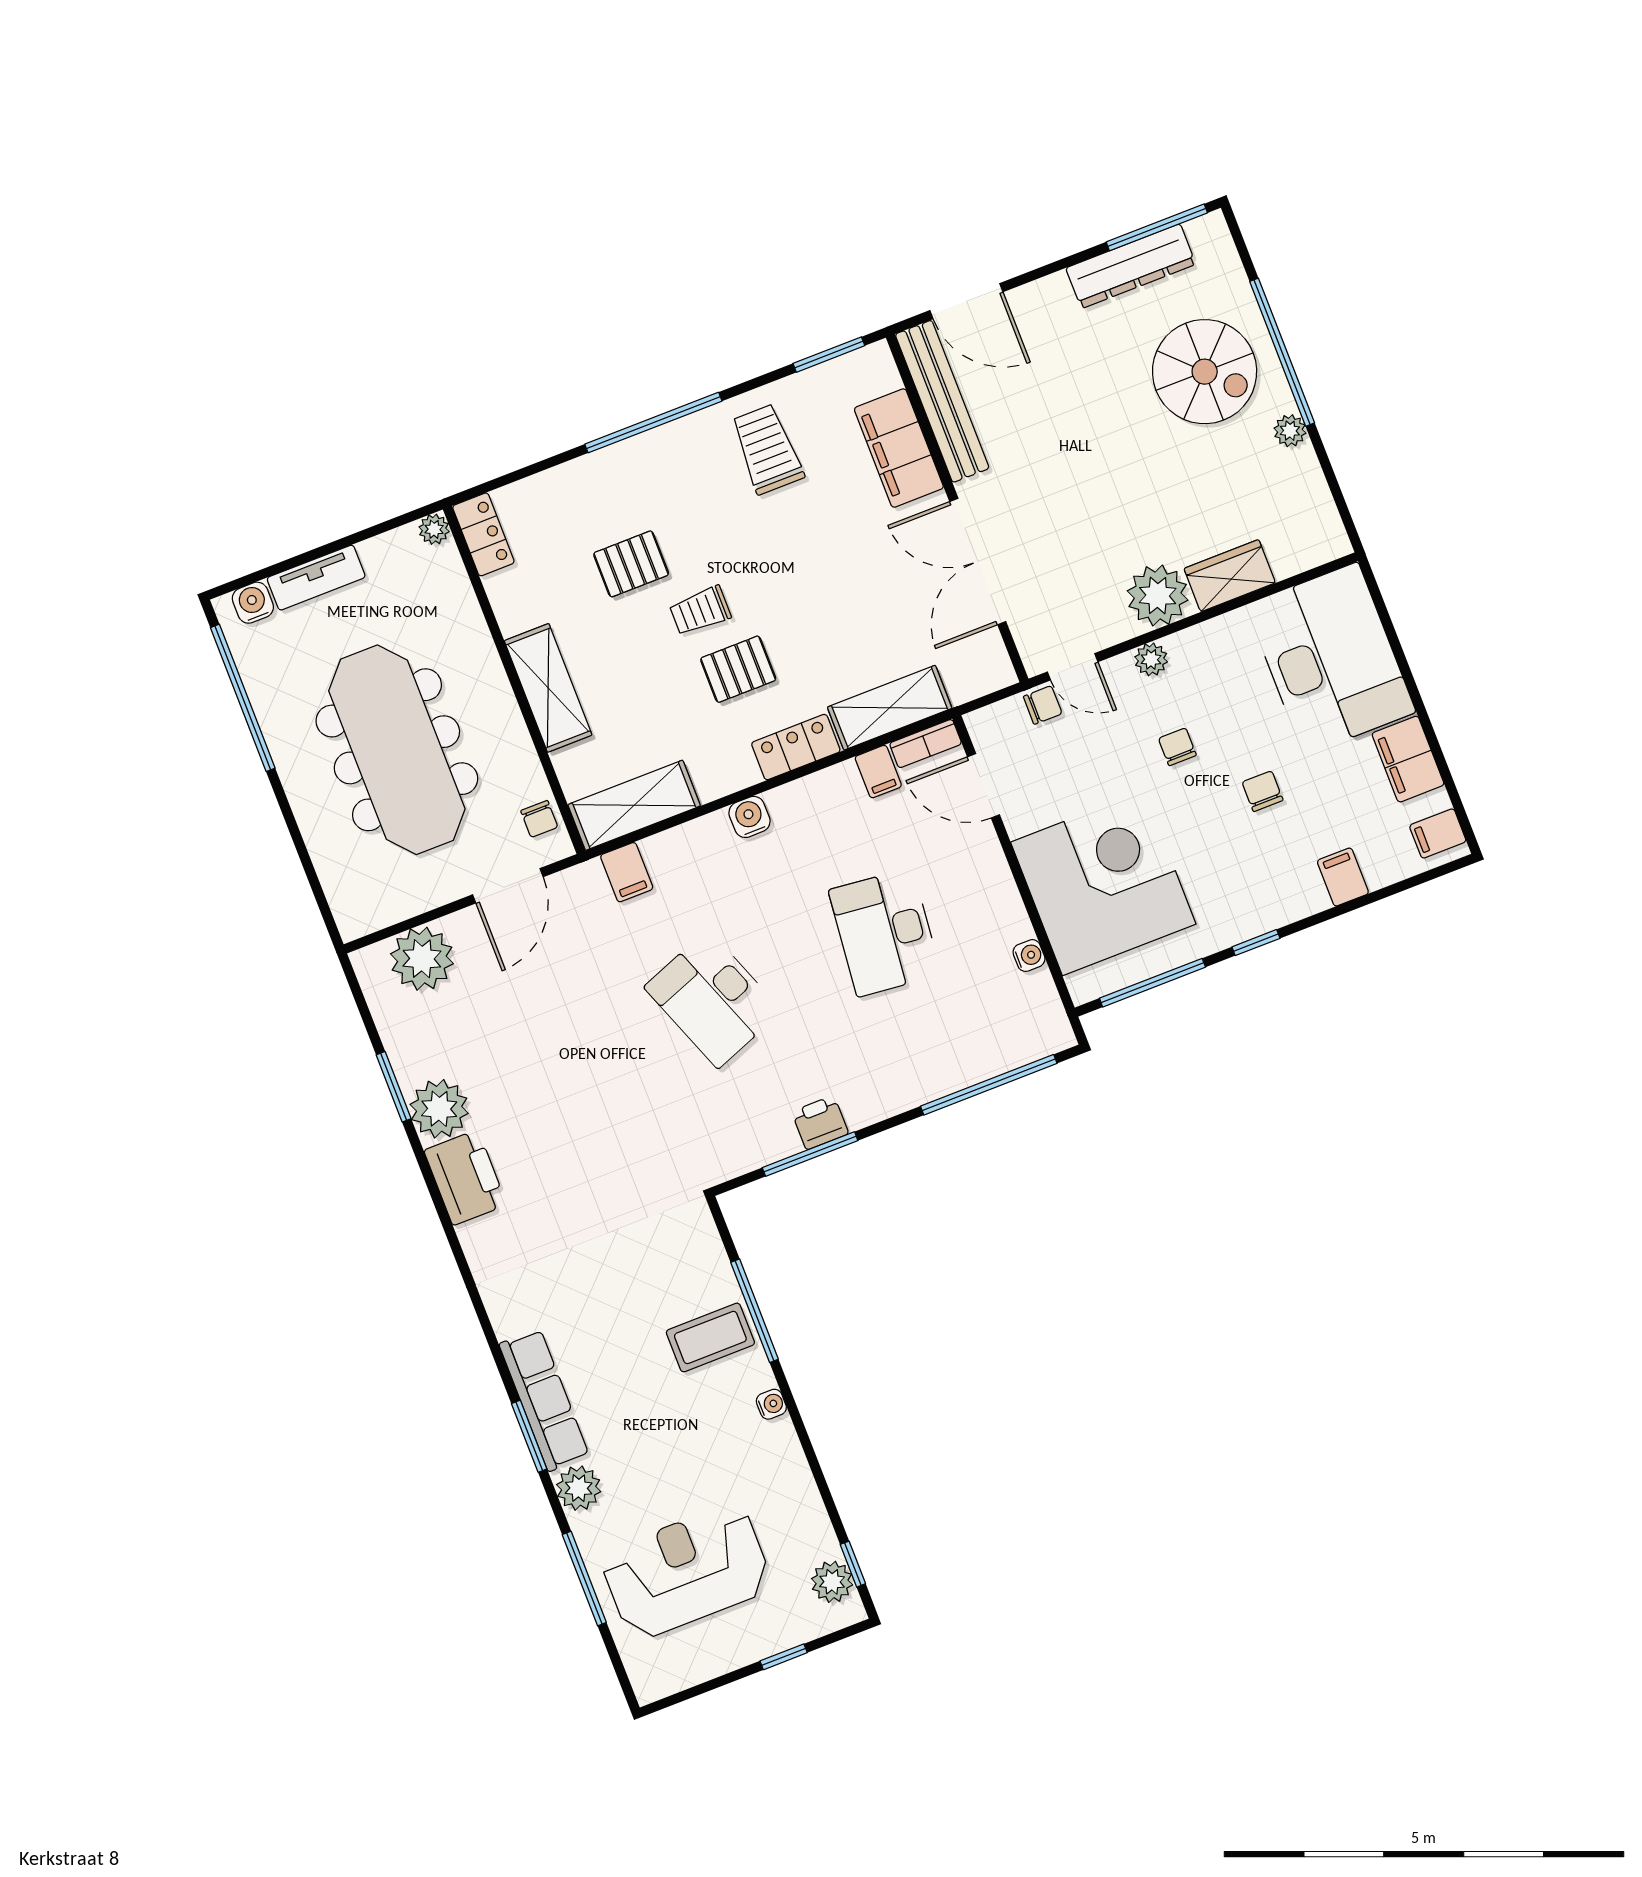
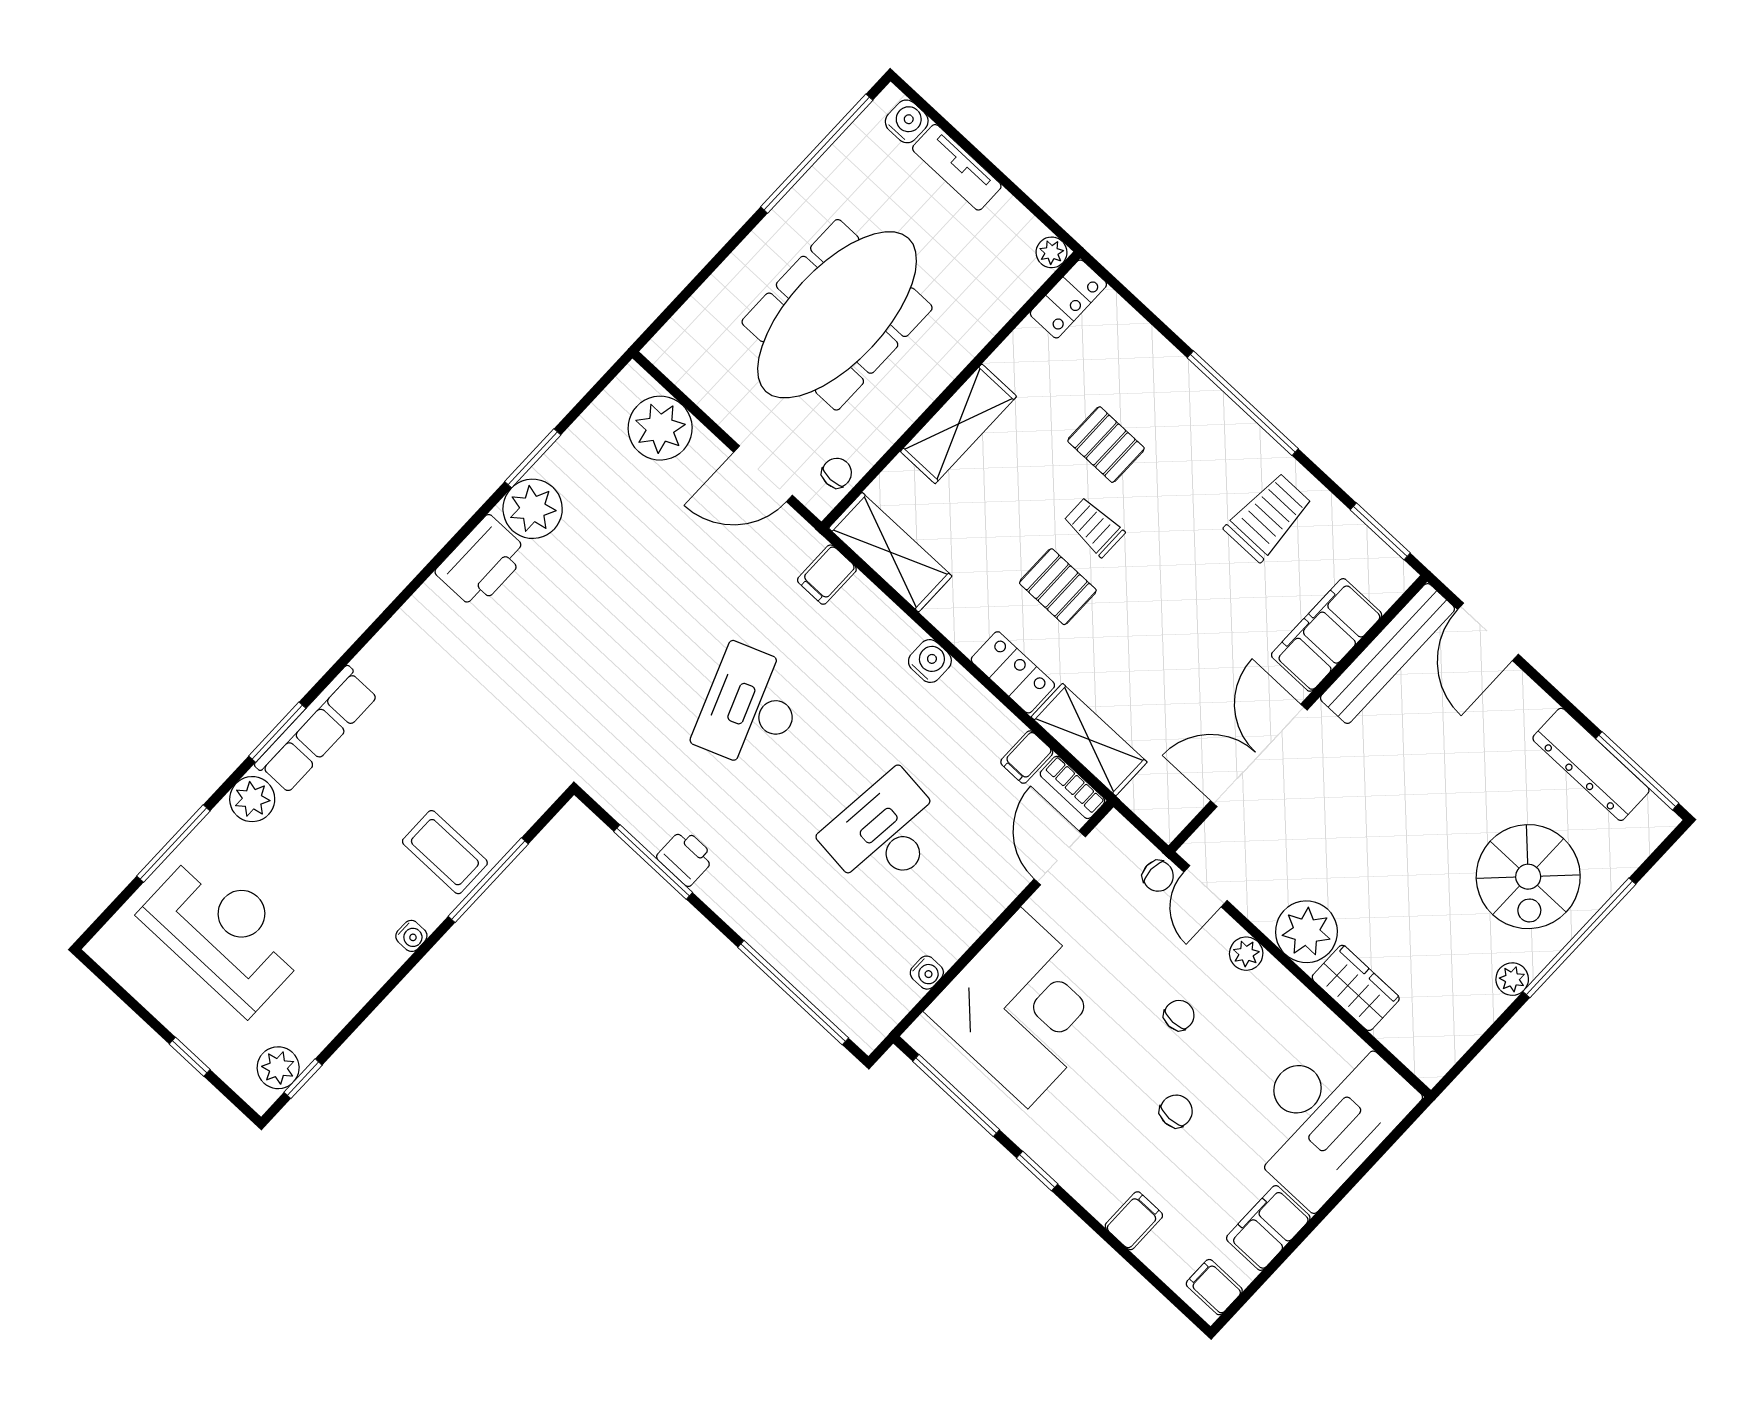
chair: (539, 819) -> (837, 473), turned 180

